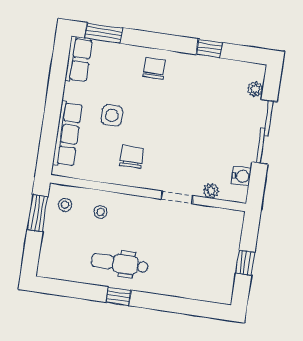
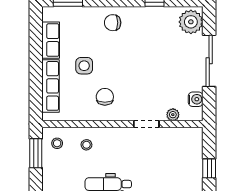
row of seats: (79, 59) -> (51, 40), moved
chair: (154, 68) -> (113, 23), turned -90
plant: (255, 89) -> (191, 22), width x1.88, depth x1.88

